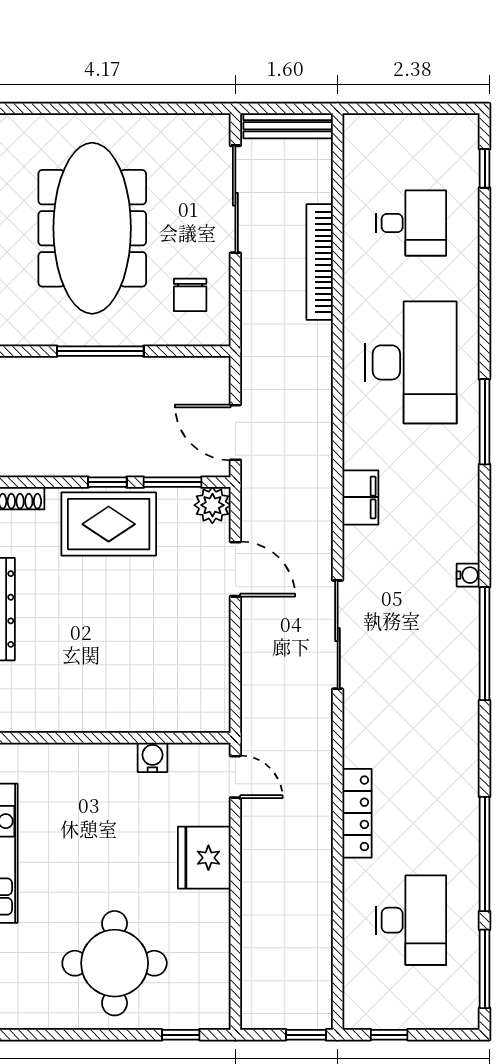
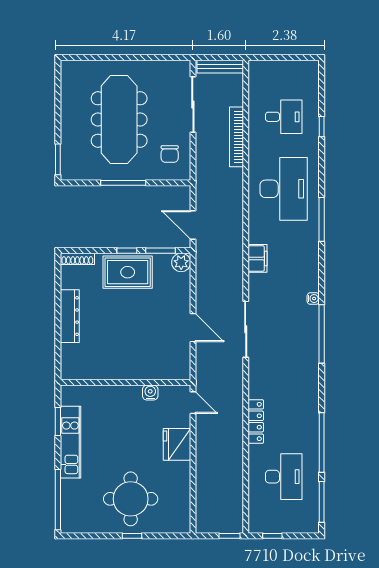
window: (485, 168) -> (322, 127), moved
door: (235, 569) -> (193, 328), moved
window: (181, 1035) -> (132, 536), moved

